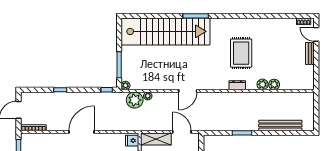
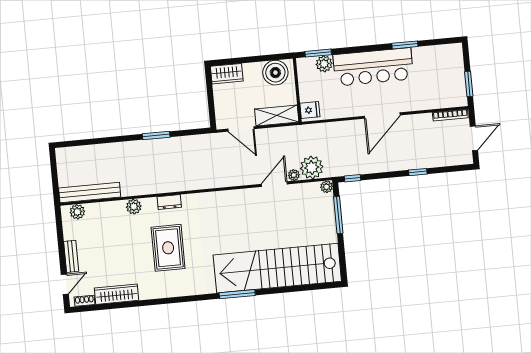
wardrobe: (280, 24) -> (117, 294), added
door: (316, 34) -> (65, 284), hinge flipped
plant: (274, 84) -> (77, 212), moved
door: (188, 91) -> (274, 184), moved
bench: (280, 125) -> (90, 193), moved

